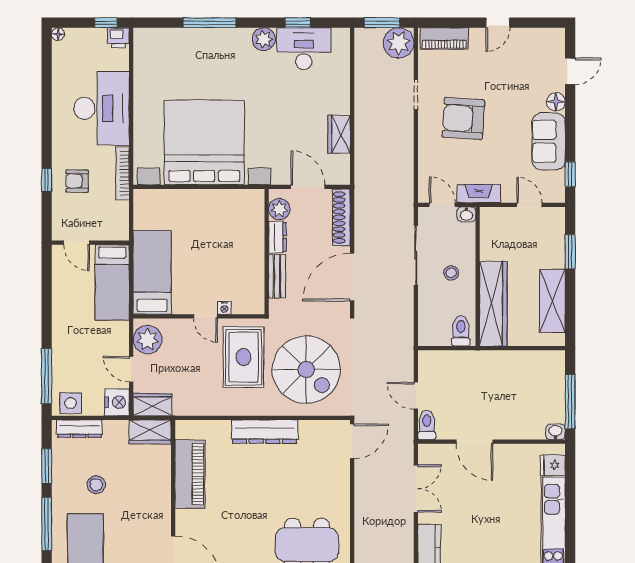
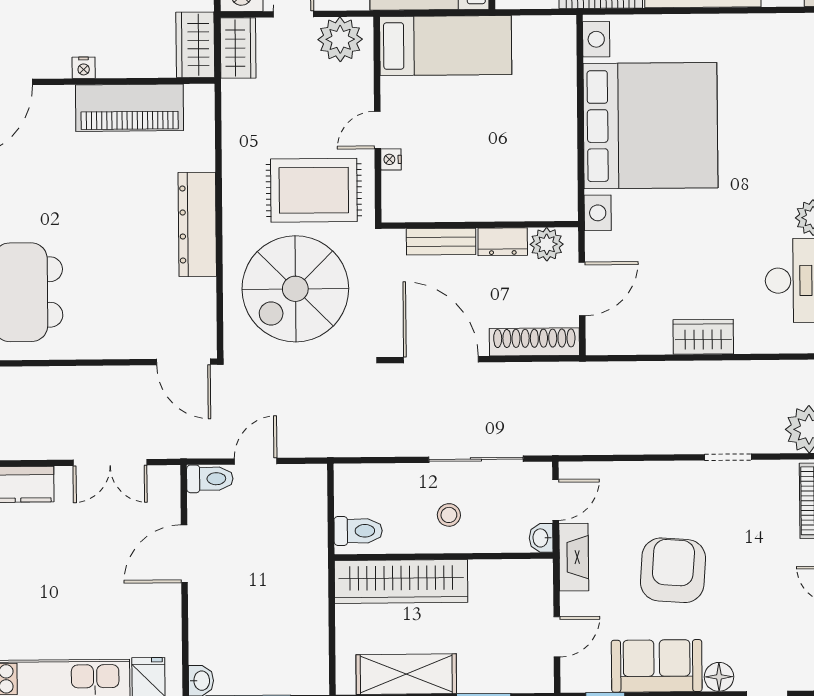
armchair: (463, 119) -> (673, 570), moved
wardrobe: (339, 134) -> (703, 337), moved
nightstand: (164, 503) -> (84, 68), added

